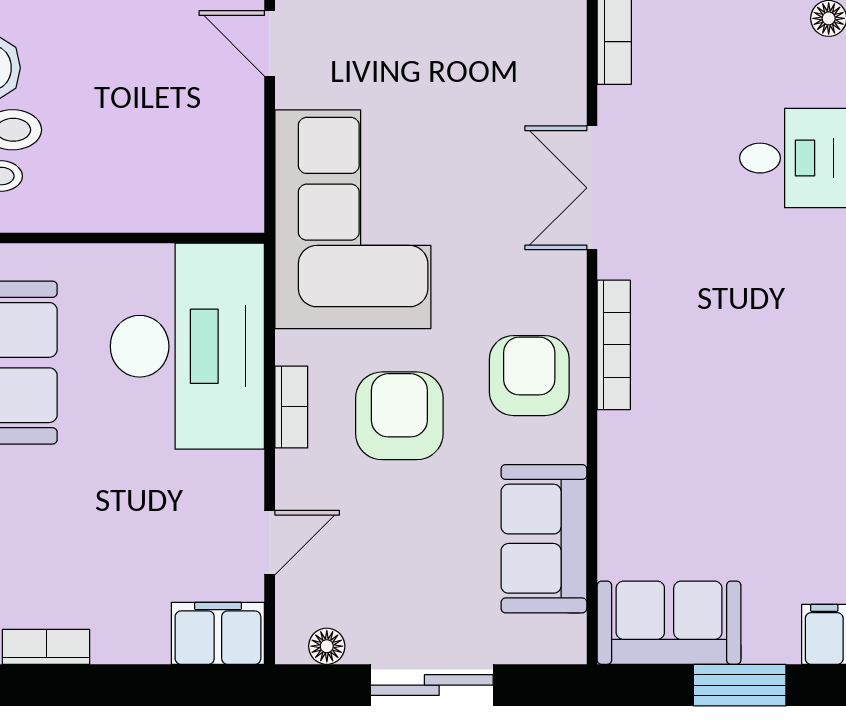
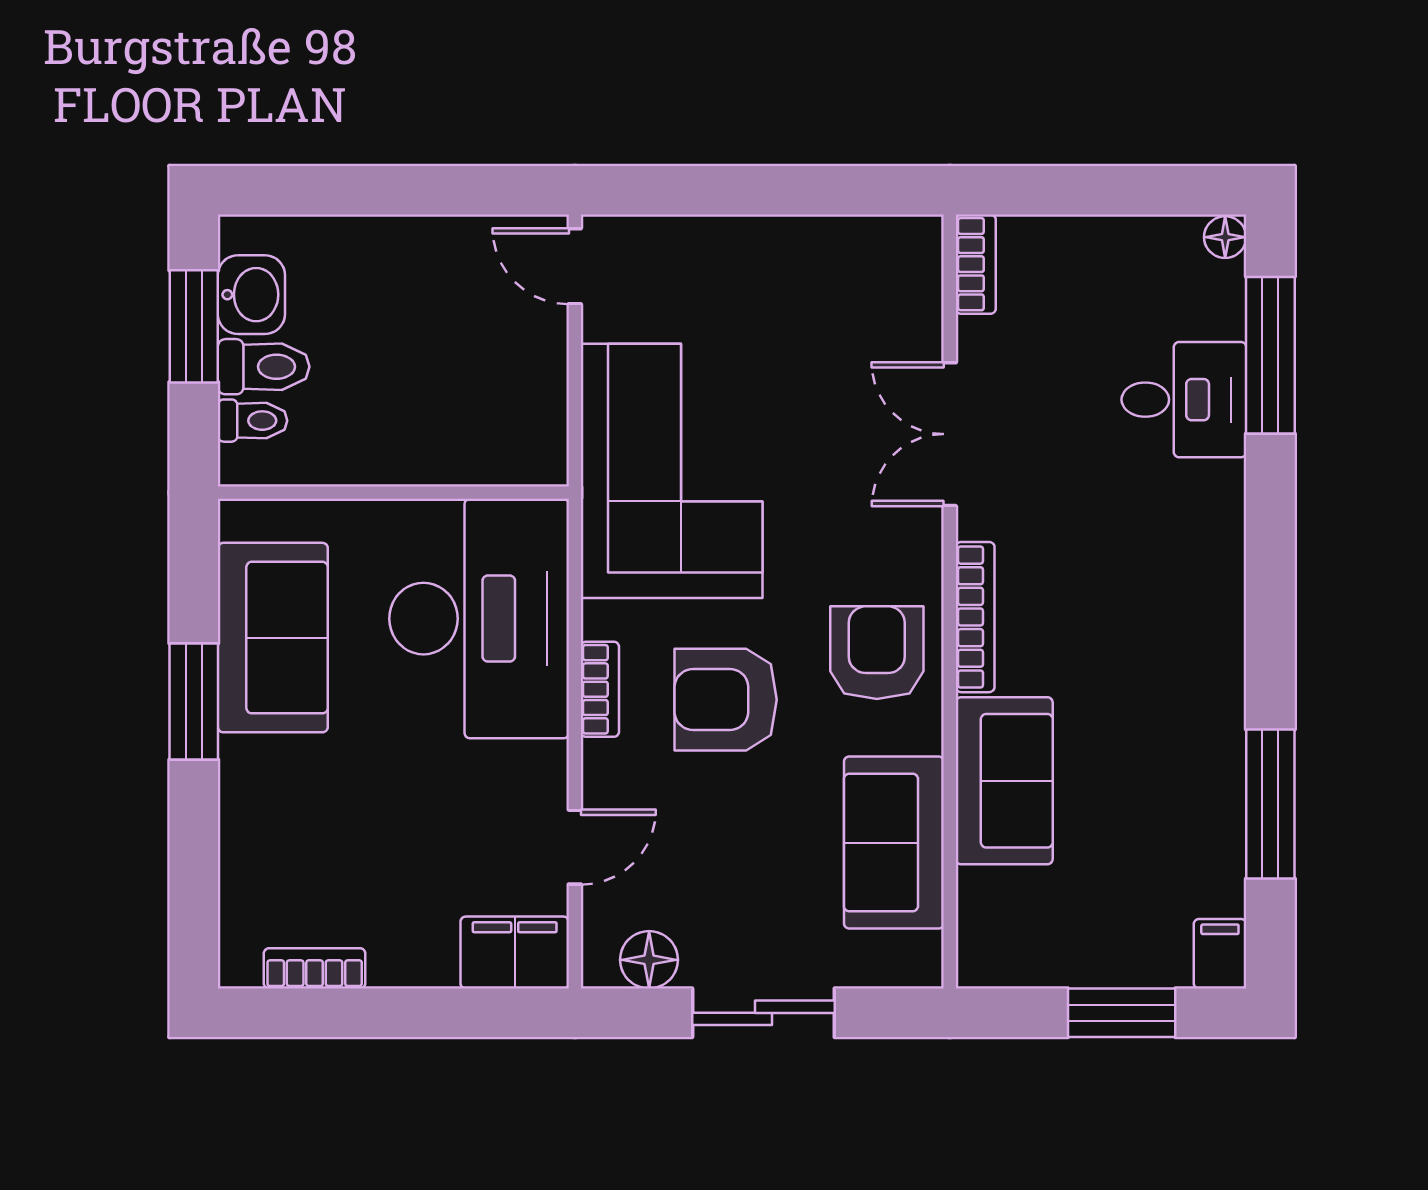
armchair: (399, 416) -> (726, 700), turned -90
sofa: (669, 623) -> (1004, 781), moved, turned 90
floor lamp: (327, 646) -> (649, 960), width x1.37, depth x1.37

